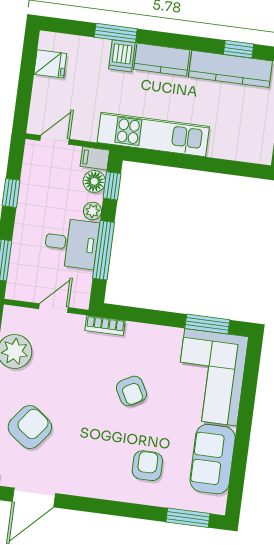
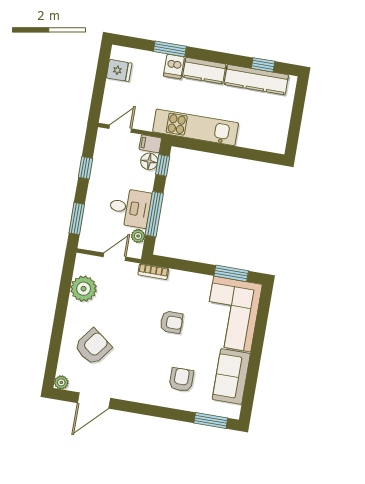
plant: (92, 211) -> (138, 236), moved
armchair: (131, 391) -> (171, 322), turned -61

